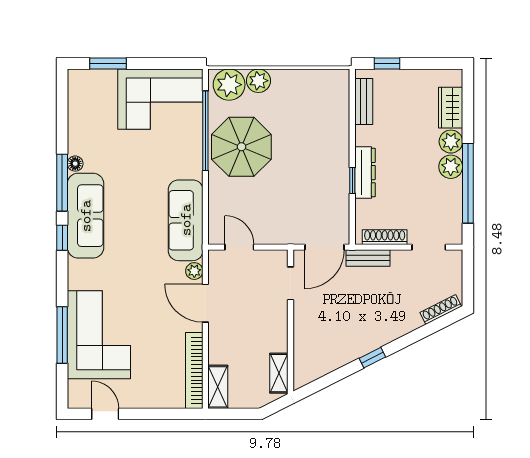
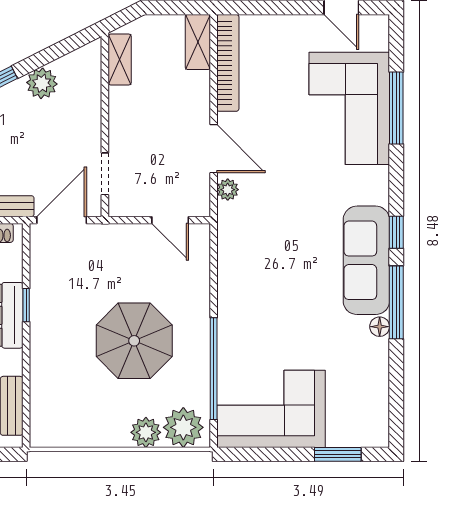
parasol: (241, 147) -> (134, 341), moved
sofa: (186, 220) -> (239, 254), removed
plant: (340, 354) -> (42, 83), added

